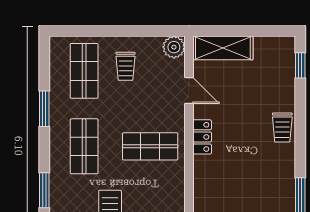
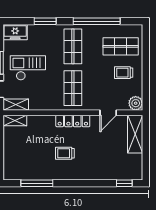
window: (44, 109) -> (97, 21), width x2.11
trolley: (282, 127) -> (65, 153), moved
locker: (202, 137) -> (73, 121), width x1.53
shop shelf: (84, 146) -> (73, 46), turned 90

